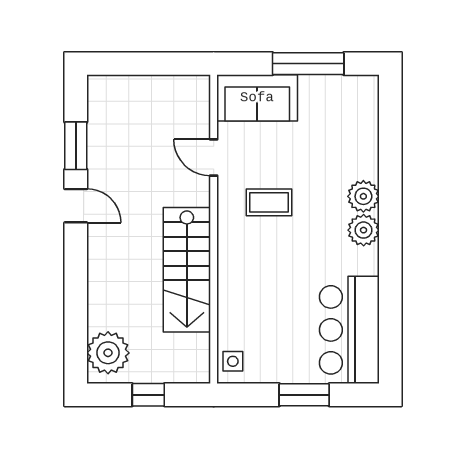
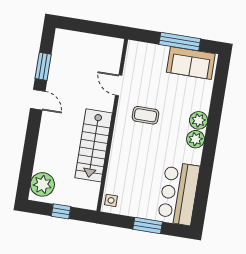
sofa: (257, 98) -> (191, 63), moved

